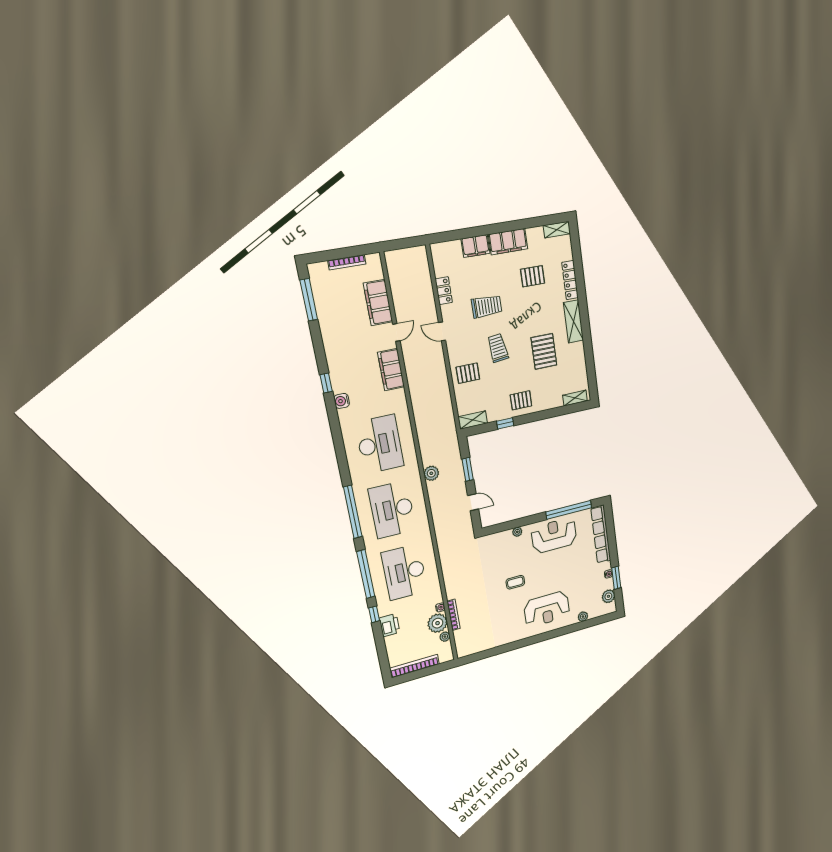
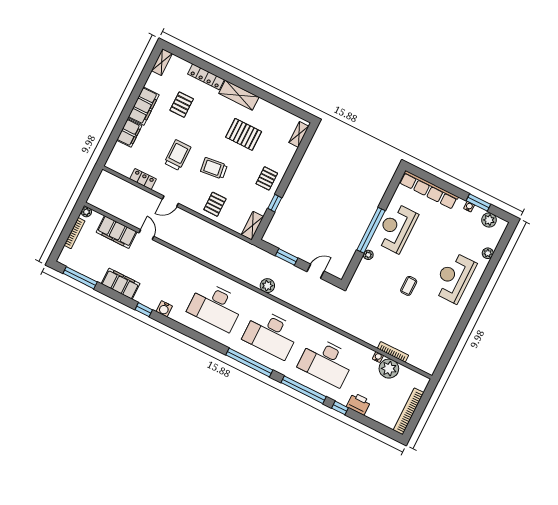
filing cabinet: (391, 370) -> (121, 284), moved, turned 180
desk: (380, 444) -> (216, 306), turned 180
window: (569, 510) -> (371, 230), moved
reception desk: (547, 609) -> (454, 278), turned 180
plant: (445, 637) -> (86, 212), moved

